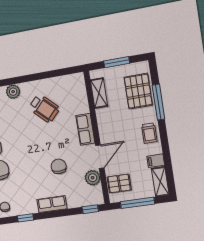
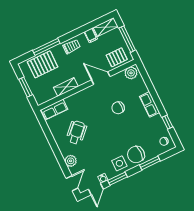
shelving: (99, 93) -> (66, 87), moved
row of seats: (85, 129) -> (54, 109), moved
plant: (93, 178) -> (131, 73), moved
pallet: (119, 183) -> (117, 57), turned 90
window: (90, 209) -> (144, 73), removed

